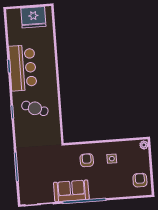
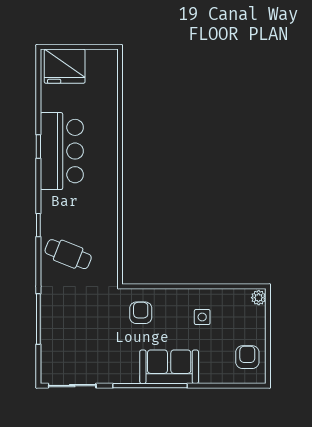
fridge: (33, 17) -> (65, 66), moved
cafe table: (35, 108) -> (68, 254), moved
armchair: (87, 160) -> (141, 313), moved
sofa: (71, 191) -> (169, 367), moved

